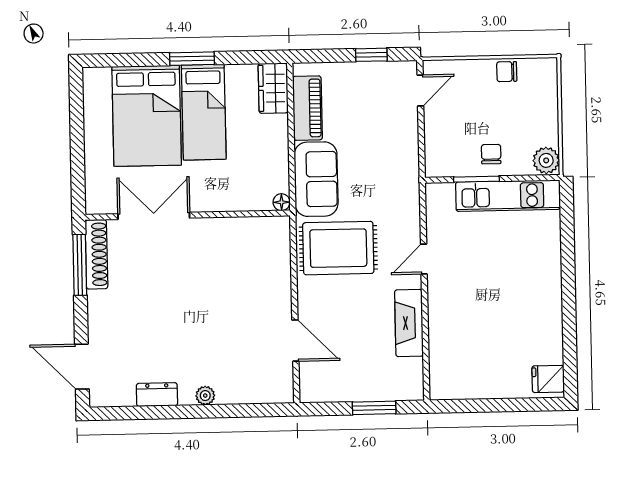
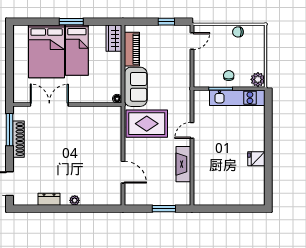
shoe rack: (96, 254) -> (18, 139), moved
fridge: (548, 379) -> (256, 159), moved

